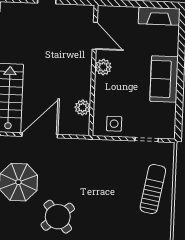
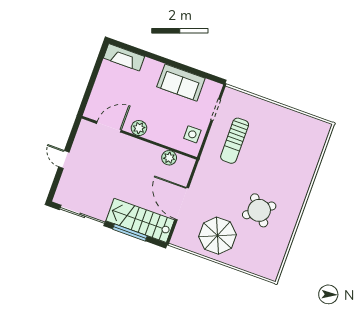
fireplace: (159, 16) -> (124, 57), moved, turned 90
sofa: (164, 79) -> (181, 83), moved
sun lounger: (153, 189) -> (235, 141), moved, turned -100

